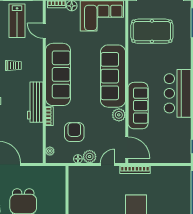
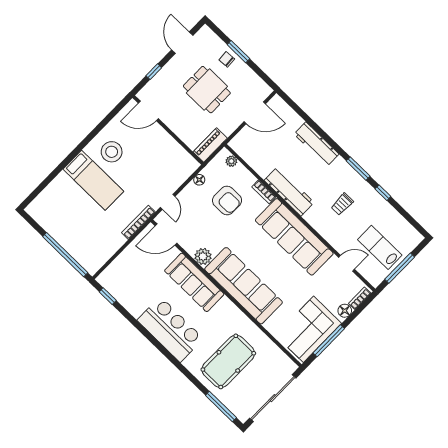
pool table: (152, 31) -> (228, 361), moved
plant: (90, 157) -> (191, 193), removed
piano: (52, 172) -> (210, 145), added

